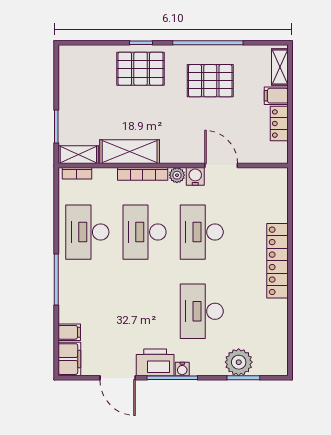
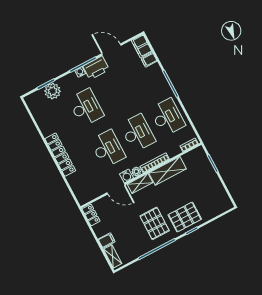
pallet: (210, 81) -> (155, 223), moved, turned 90
locker: (279, 124) -> (91, 215), moved
shelving: (78, 155) -> (140, 183), moved

